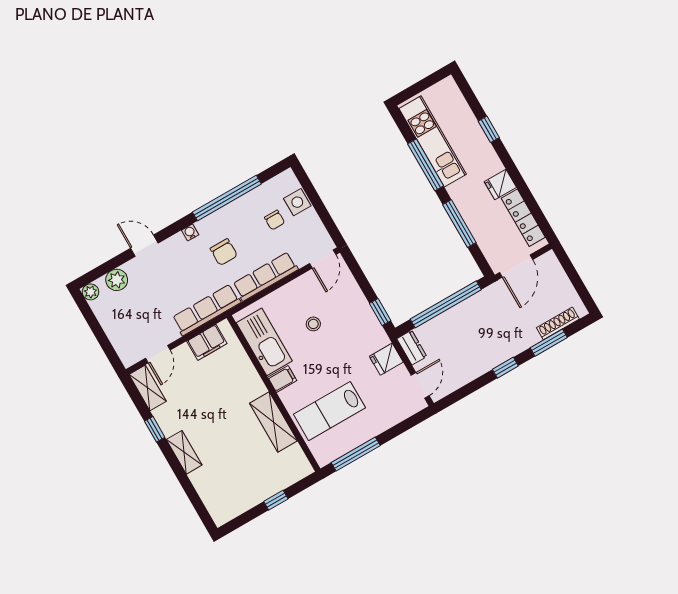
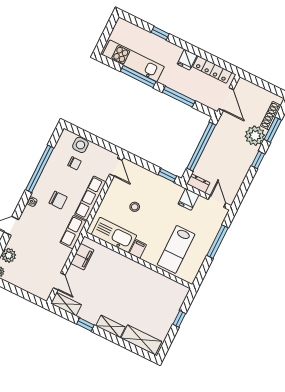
row of seats: (207, 310) -> (73, 232), width x0.68
plant: (522, 335) -> (255, 136), added
shelving: (273, 422) -> (141, 340), moved
window: (356, 454) -> (218, 242), moved

